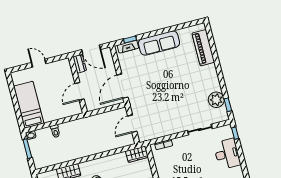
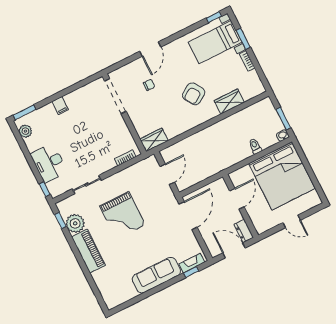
piano: (203, 48) -> (88, 251), moved
grand piano: (176, 98) -> (123, 216), added
bed: (29, 105) -> (282, 176), width x2.04

